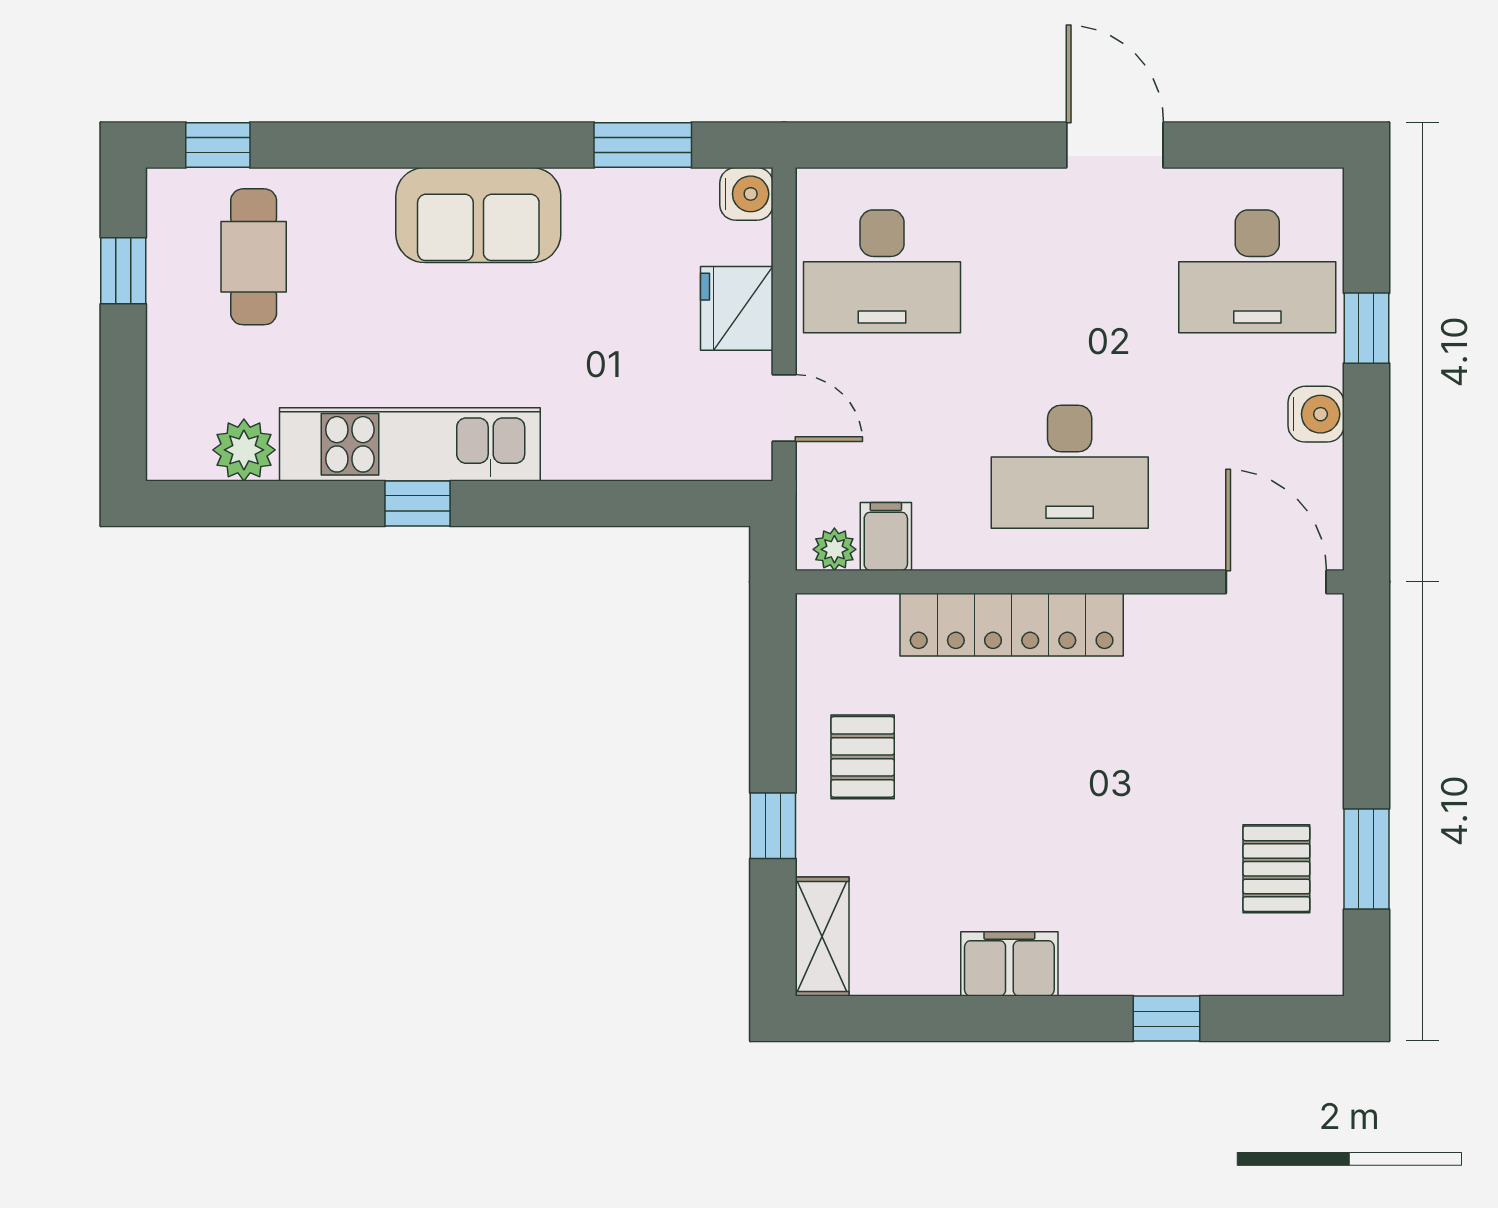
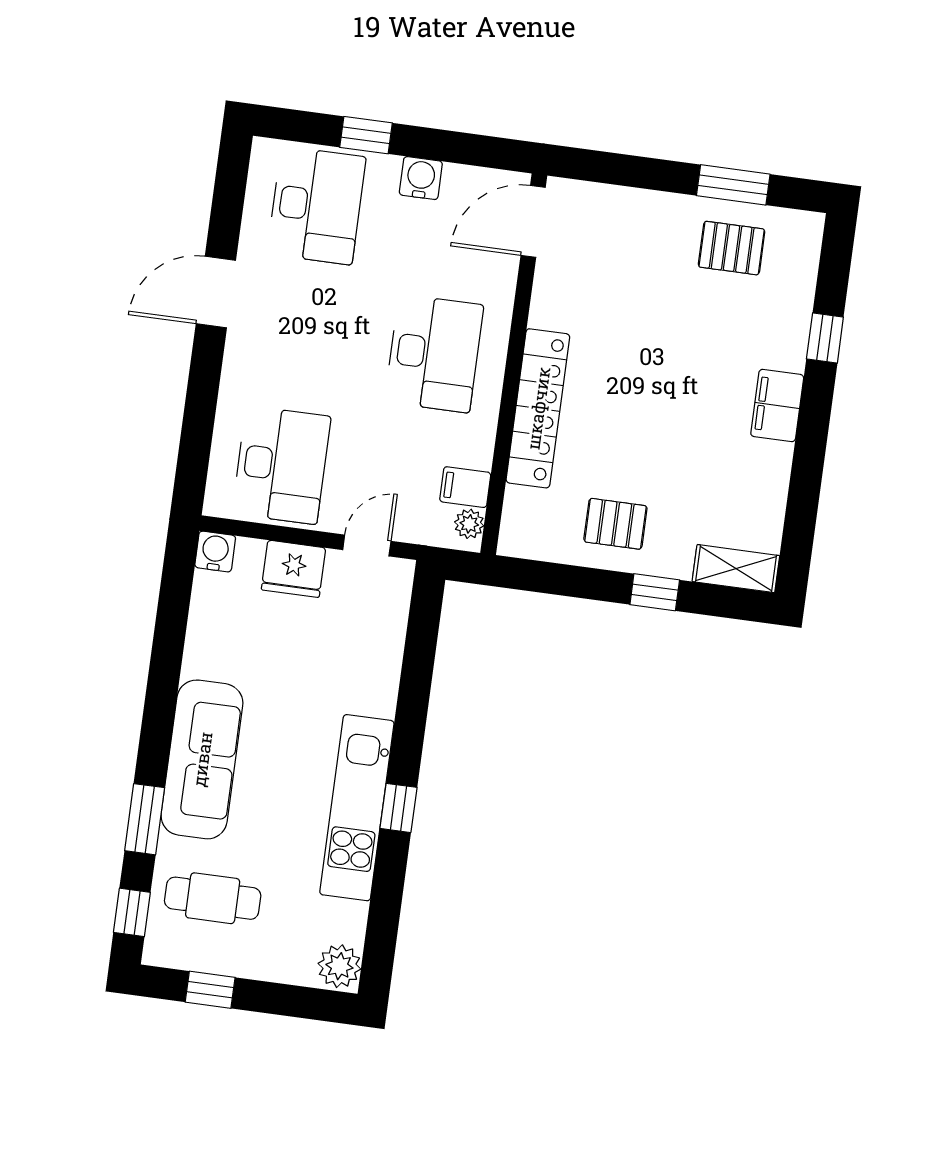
window: (643, 145) -> (145, 819), moved
sofa: (478, 215) -> (202, 759), width x1.36
plant: (244, 450) -> (339, 966), moved
filing cabinet: (1009, 964) -> (777, 405), moved

